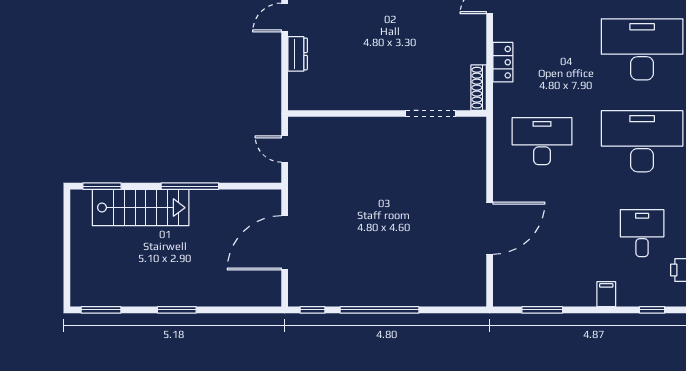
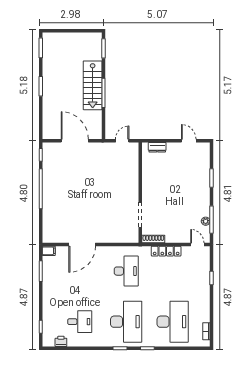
dresser: (298, 54) -> (157, 147), moved
locker: (503, 62) -> (166, 251), width x1.53
stairs: (141, 208) -> (93, 85), moved
door: (490, 228) -> (82, 244), hinge flipped
filing cabinet: (606, 294) -> (49, 251), moved

